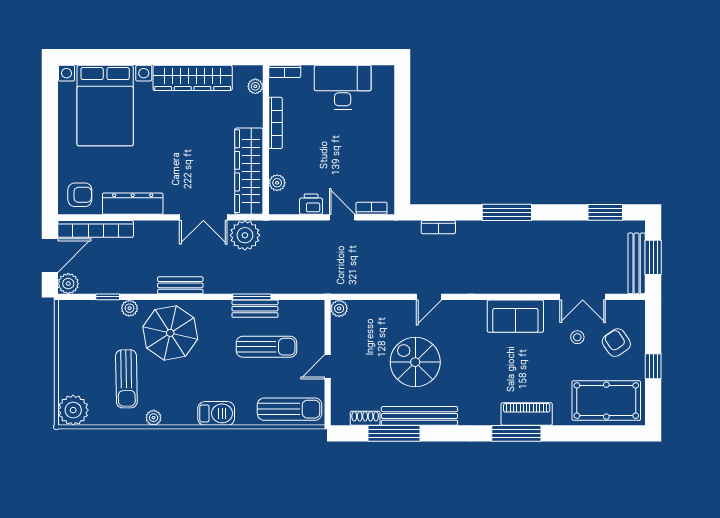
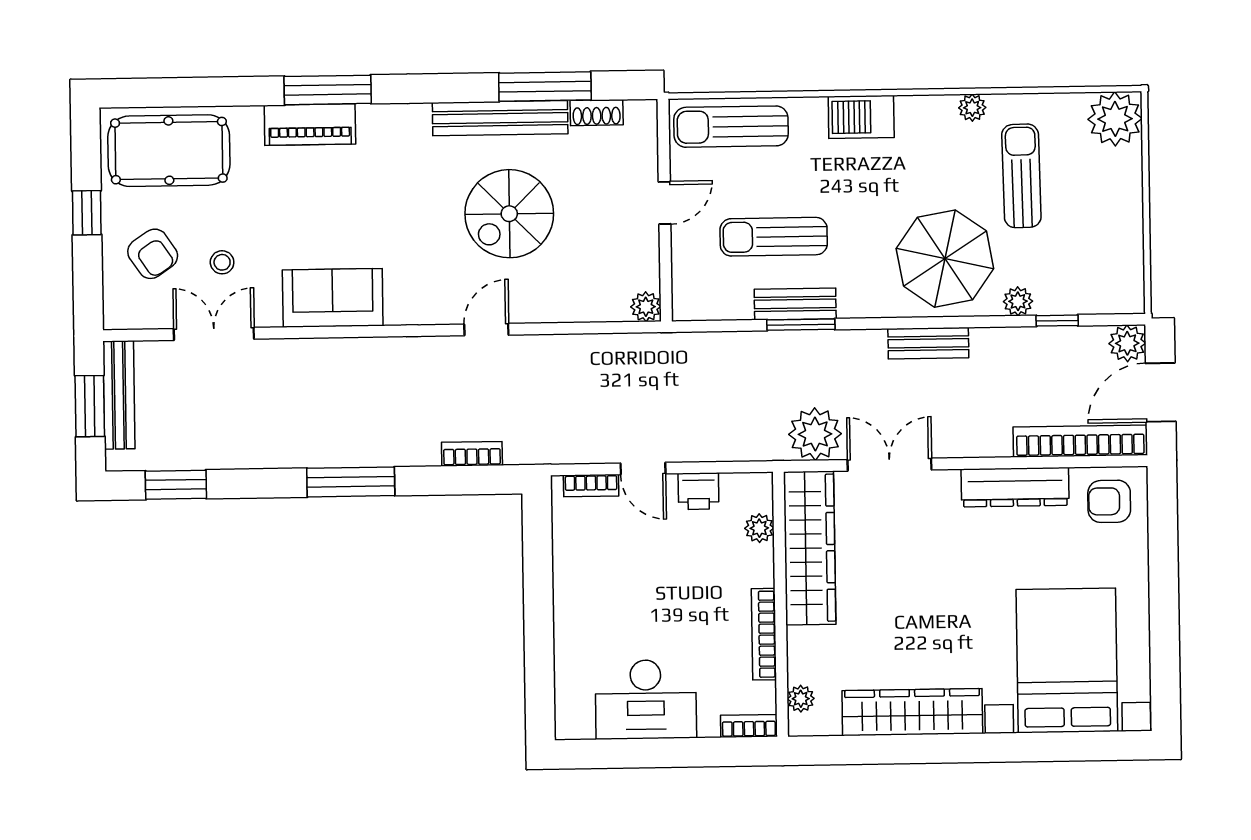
spiral stairs: (415, 362) -> (509, 214), turned 90

